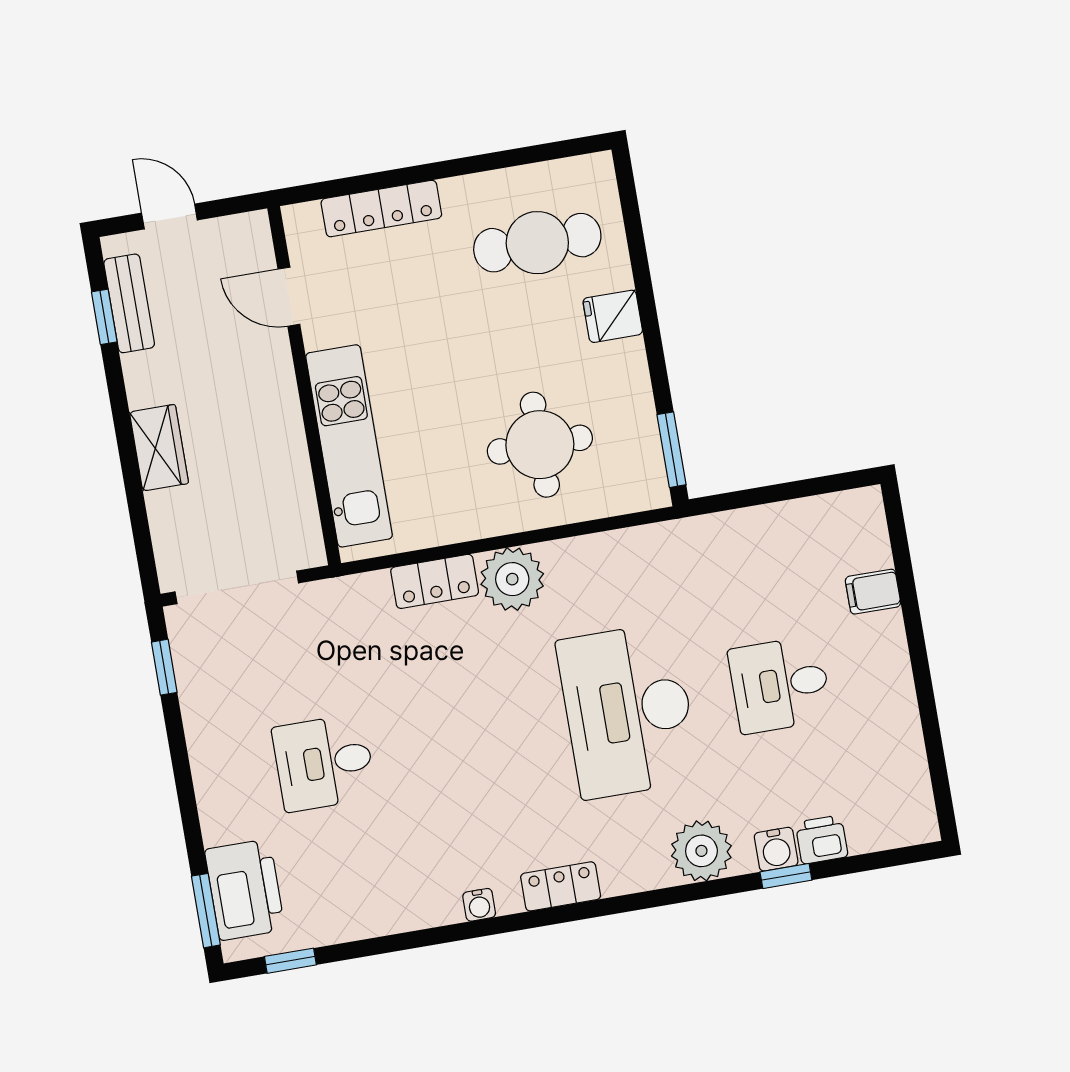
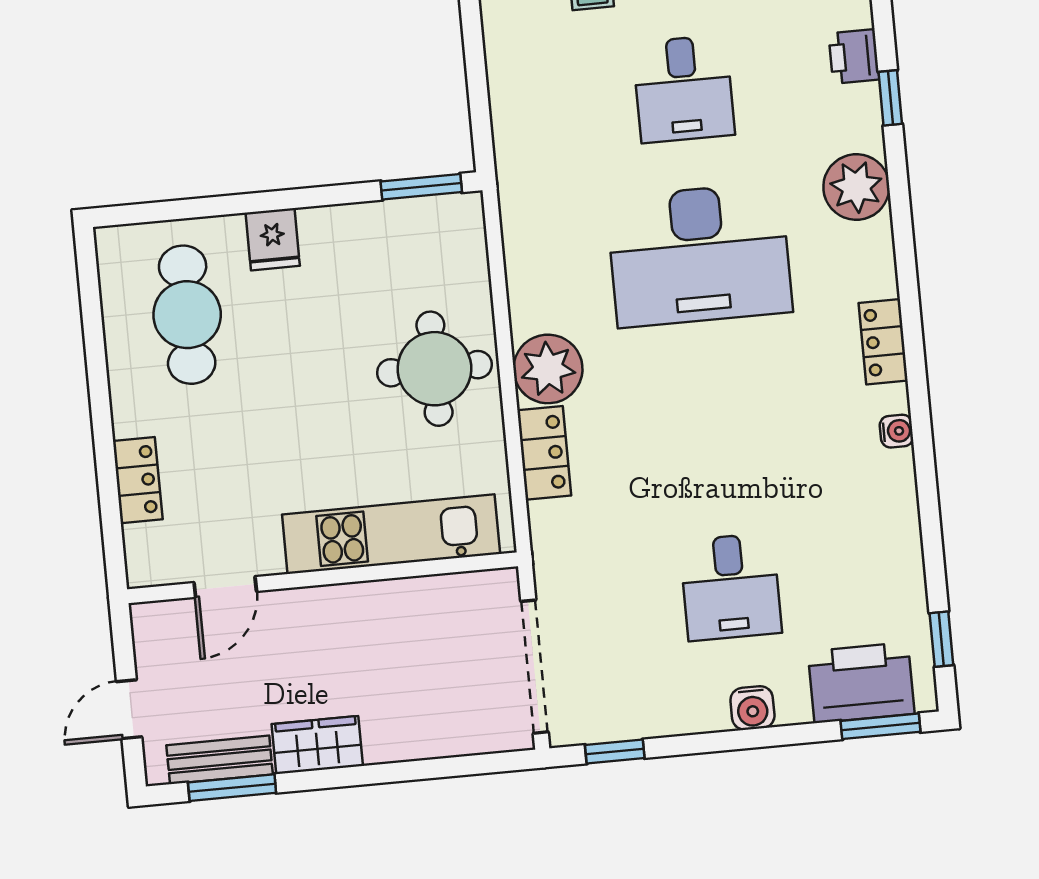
locker: (381, 209) -> (138, 480), width x0.66
window: (104, 317) -> (232, 788), width x1.50
round table: (540, 445) -> (434, 369), moved
wardrobe: (159, 448) -> (317, 745), moved
water cooler: (776, 849) -> (752, 708), moved, turned 90

